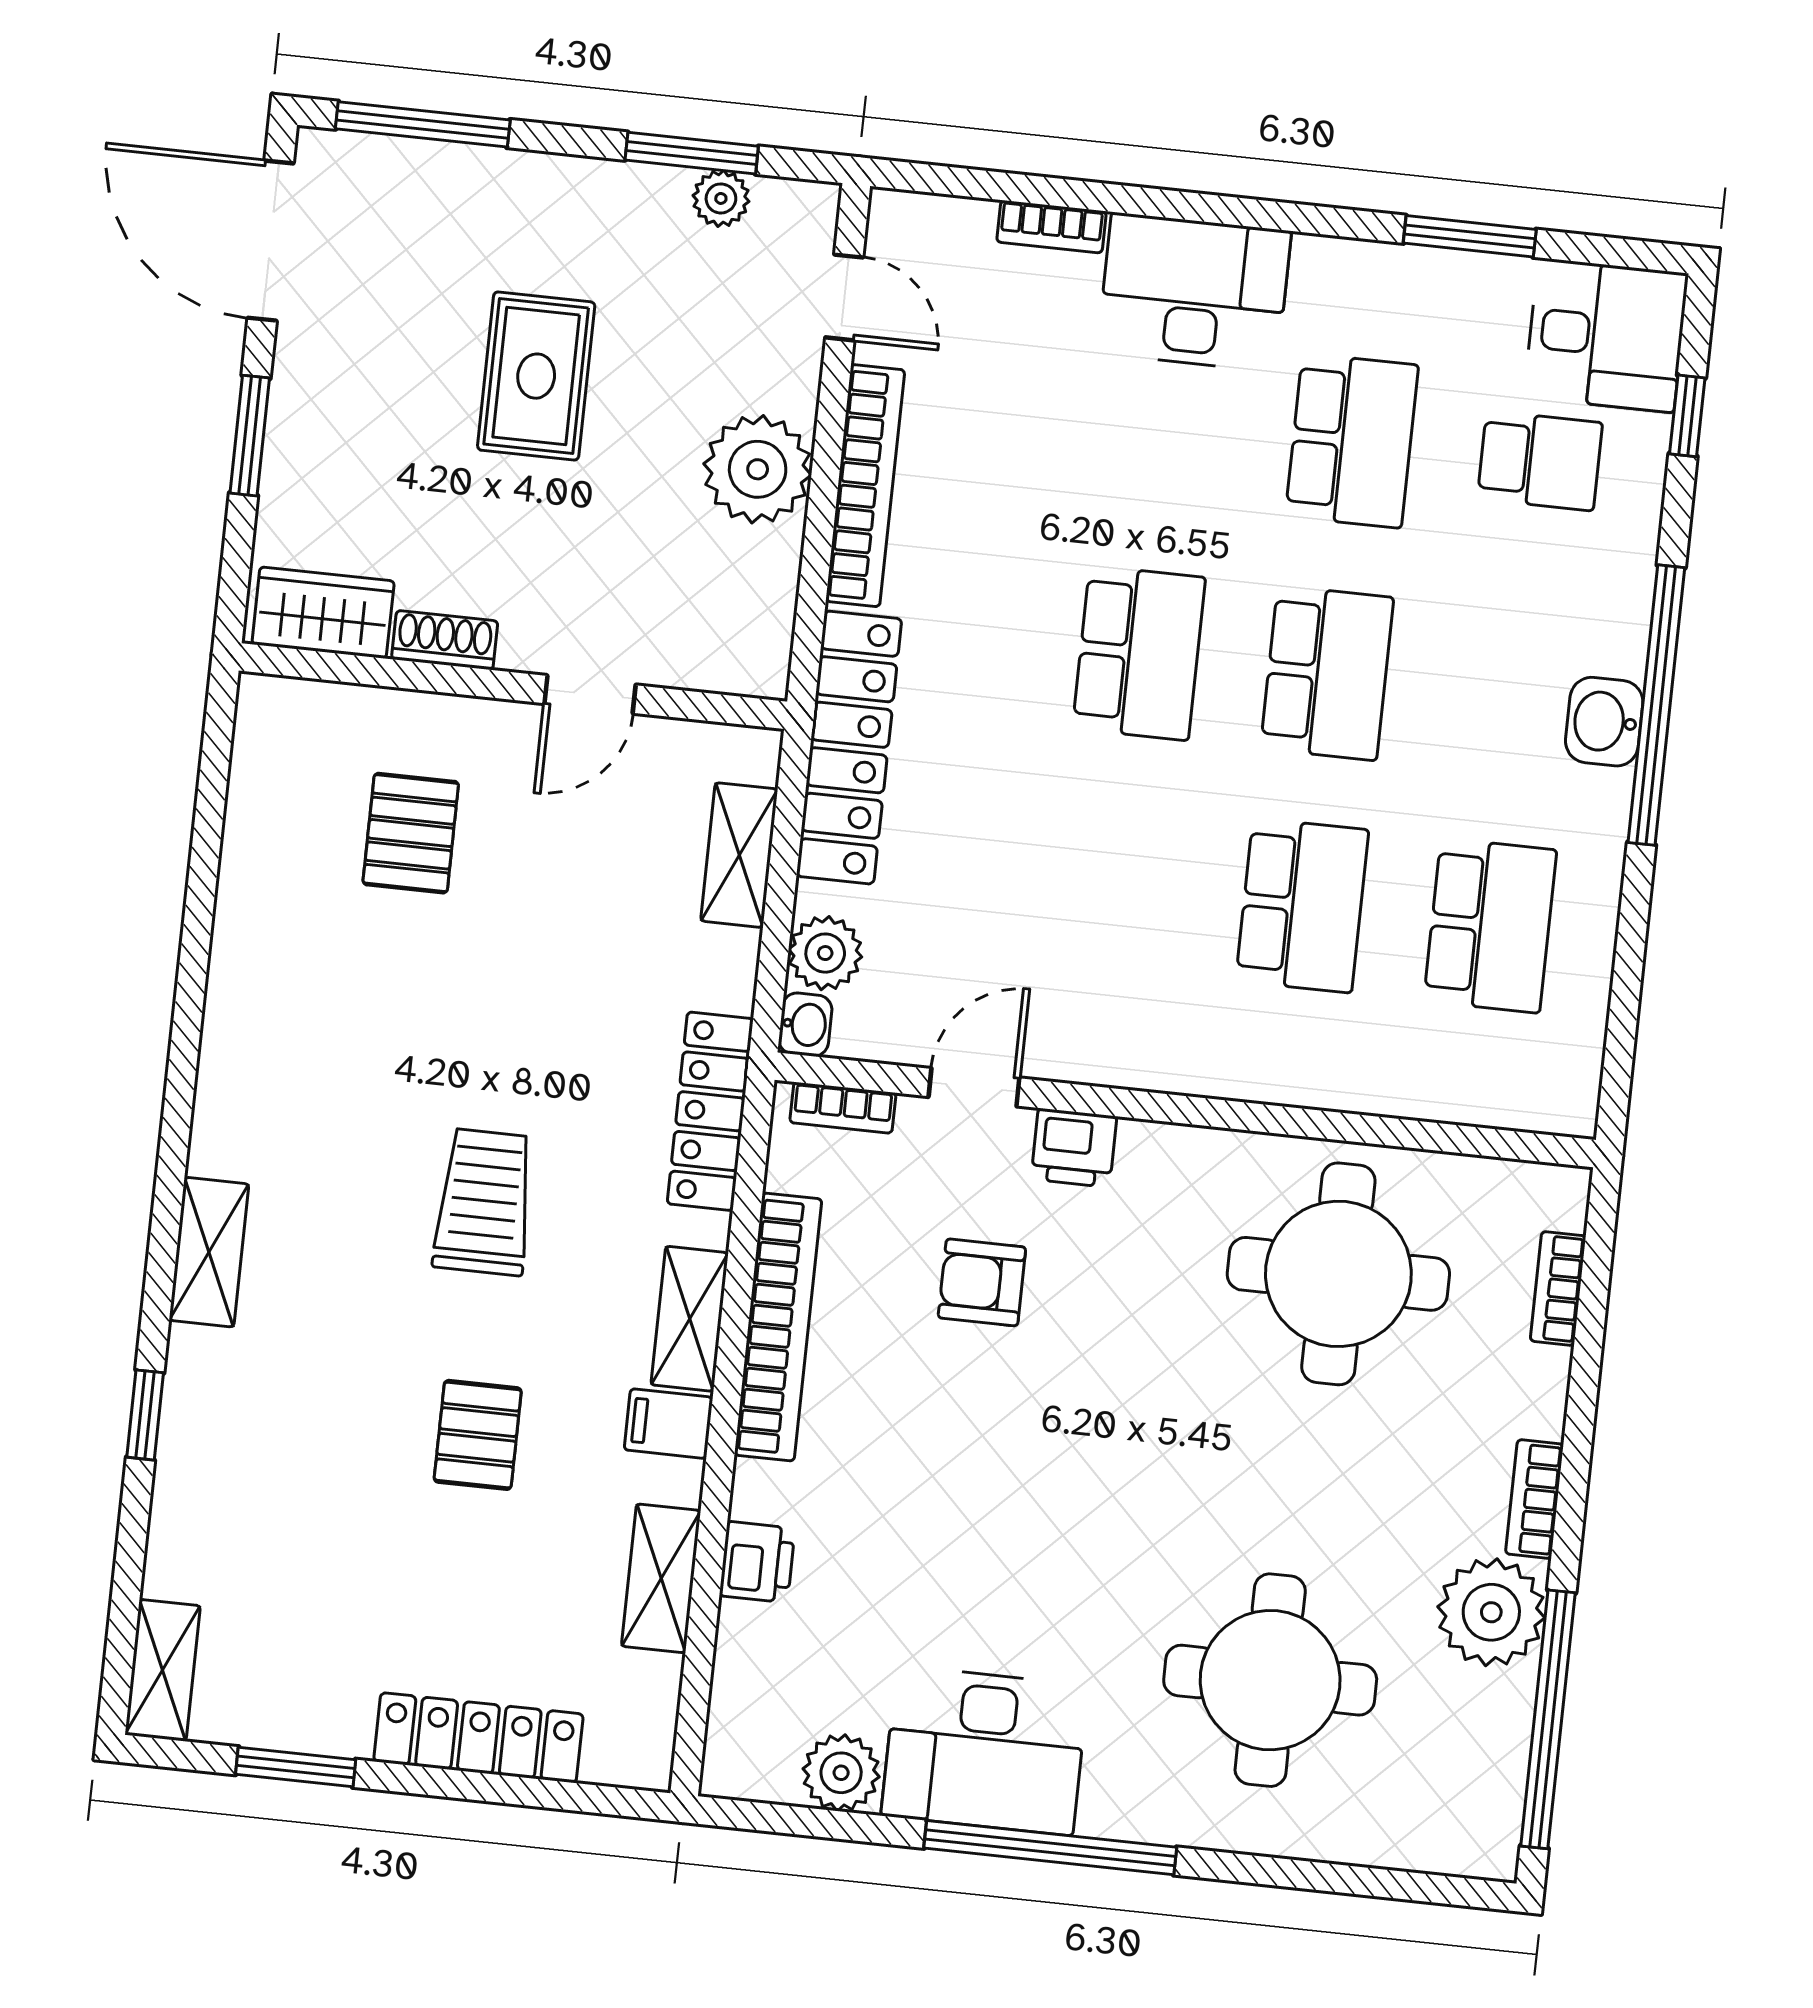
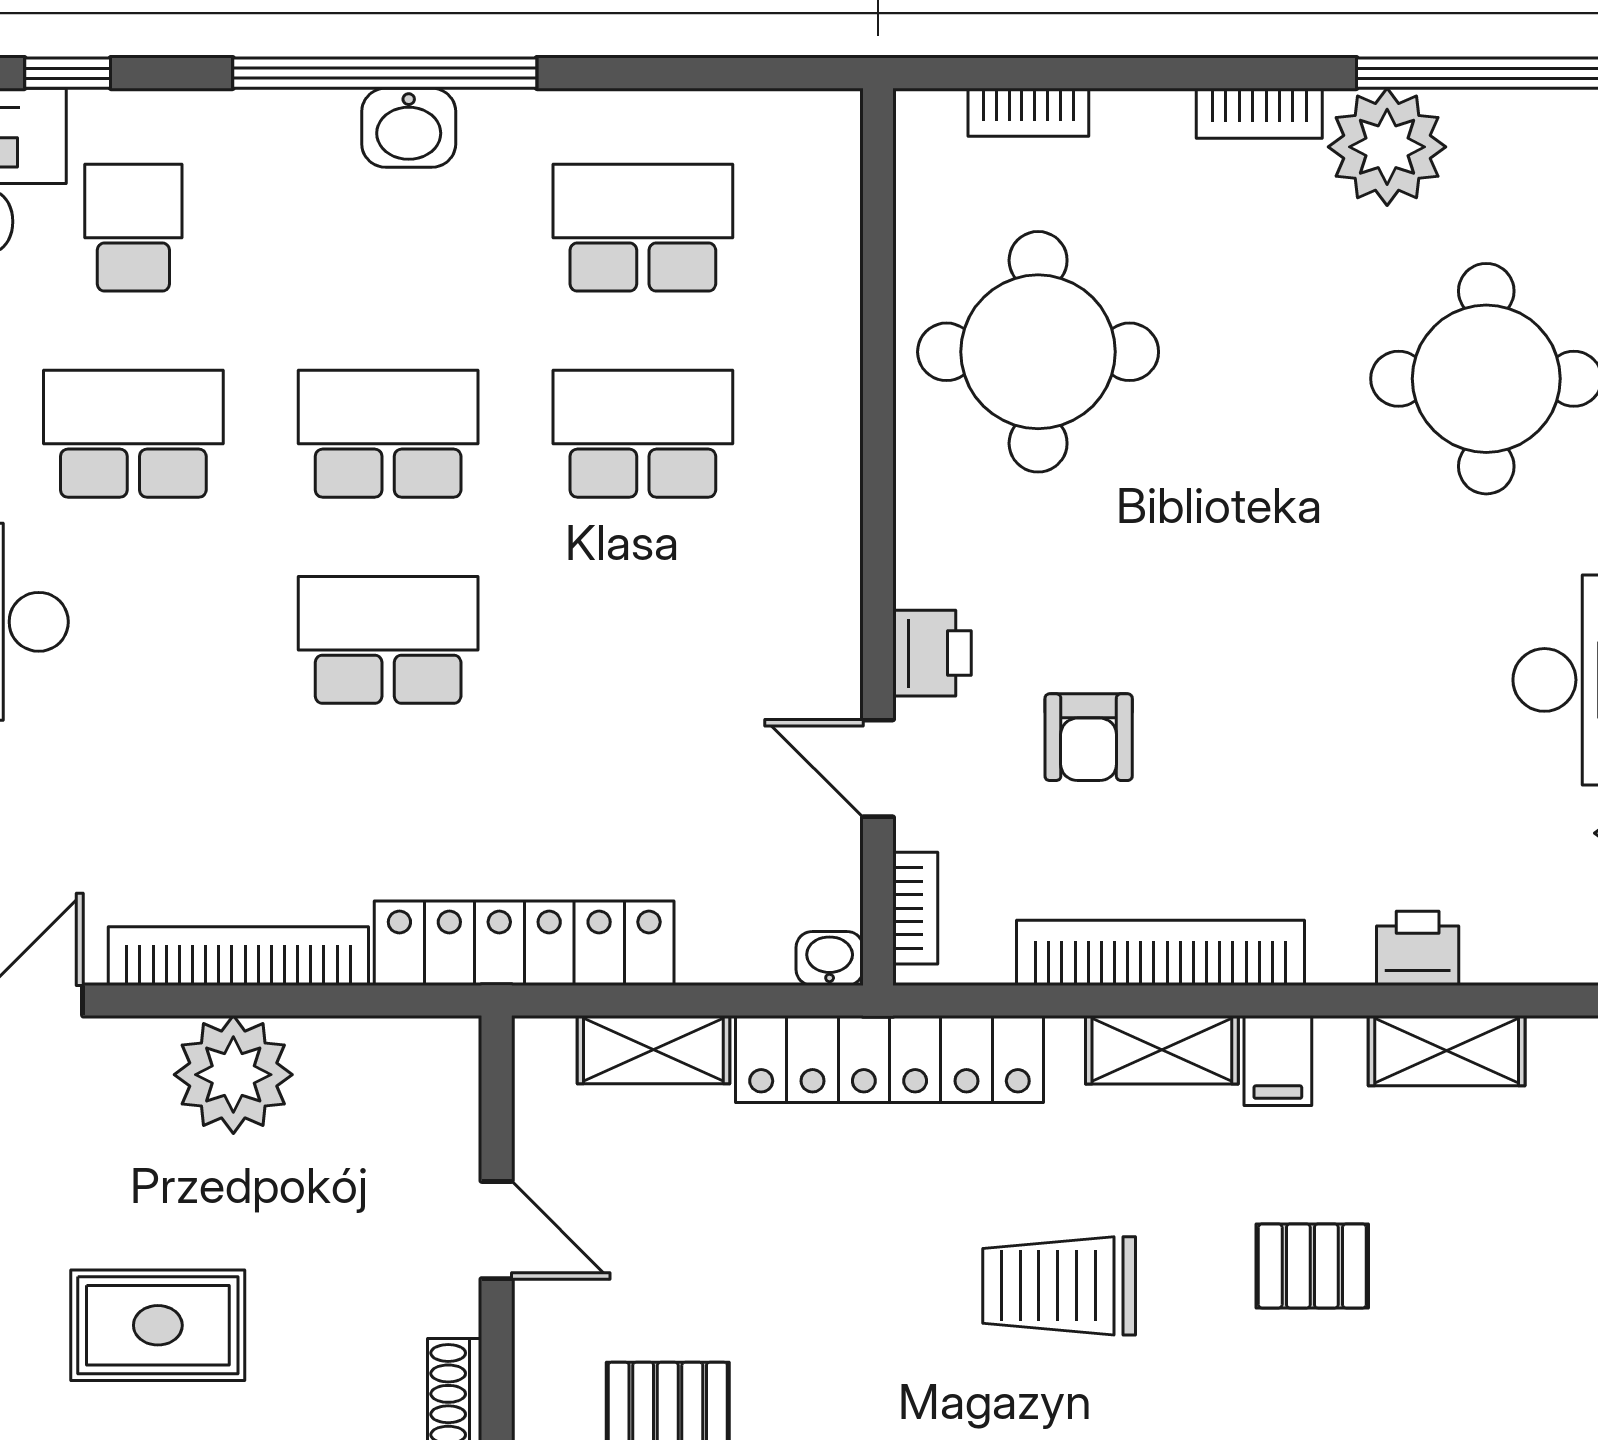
plant: (825, 953) -> (750, 945), removed
locker: (710, 1111) -> (889, 1059), width x1.41, depth x1.21

